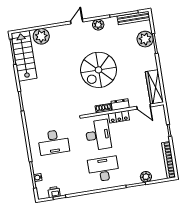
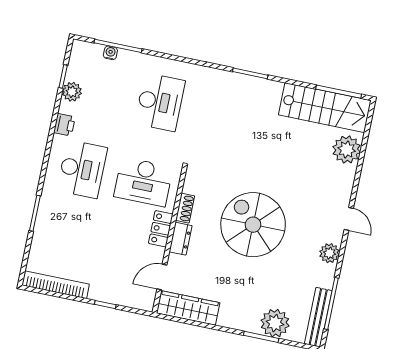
desk: (54, 142) -> (160, 102), turned 180
plant: (146, 177) -> (72, 92), moved
printer: (54, 192) -> (64, 125), moved

